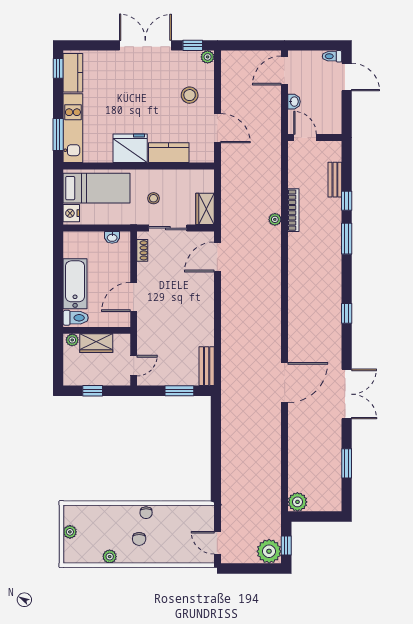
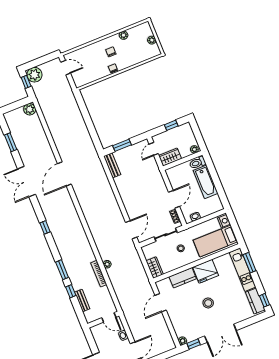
stool: (190, 95) -> (208, 303), moved
door: (217, 128) -> (161, 303), hinge flipped
wardrobe: (205, 209) -> (155, 268), moved
door: (134, 297) -> (174, 199), moved
wardrobe: (96, 343) -> (170, 157), moved

